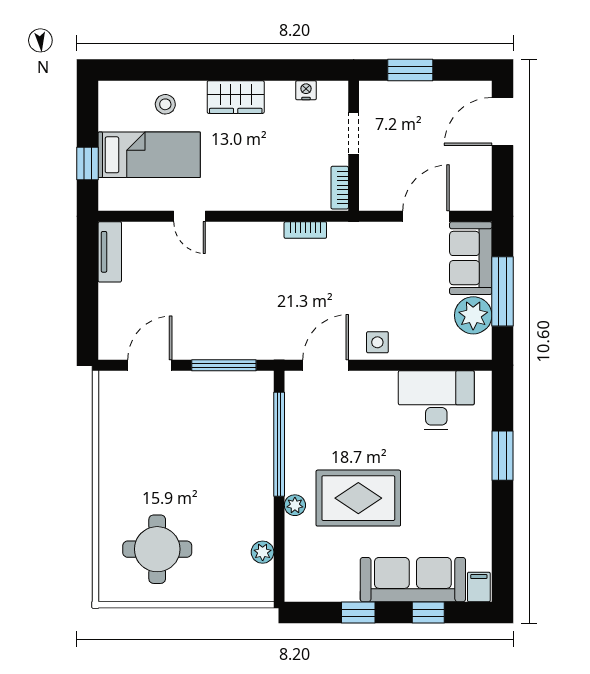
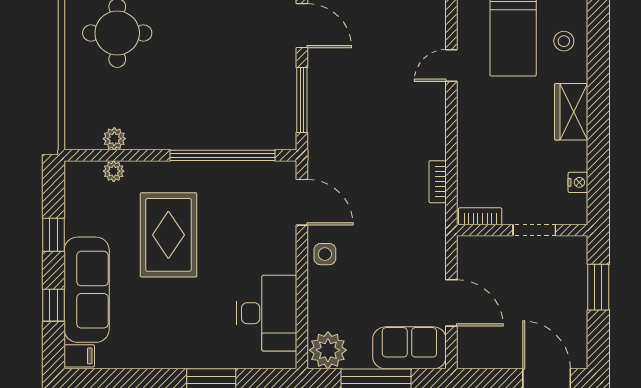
plant: (473, 315) -> (328, 350), moved
plant: (295, 505) -> (114, 171), moved

